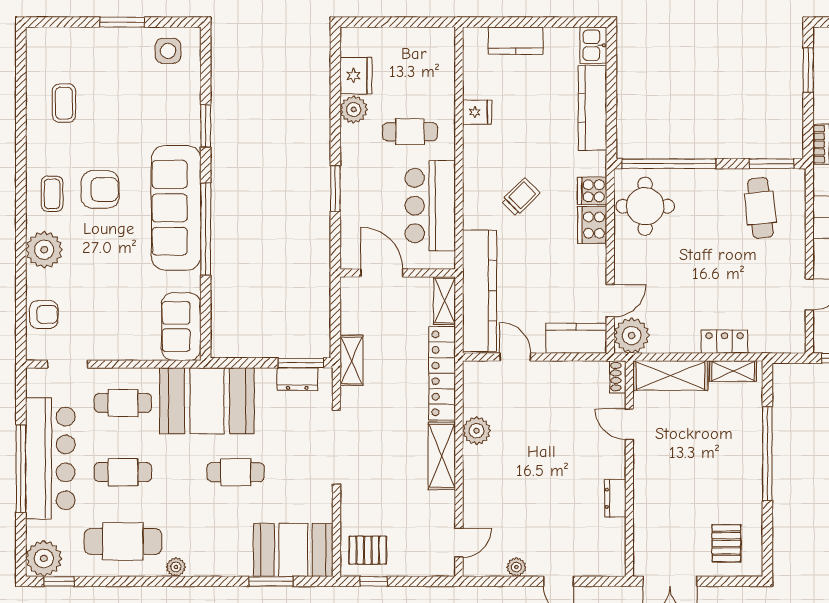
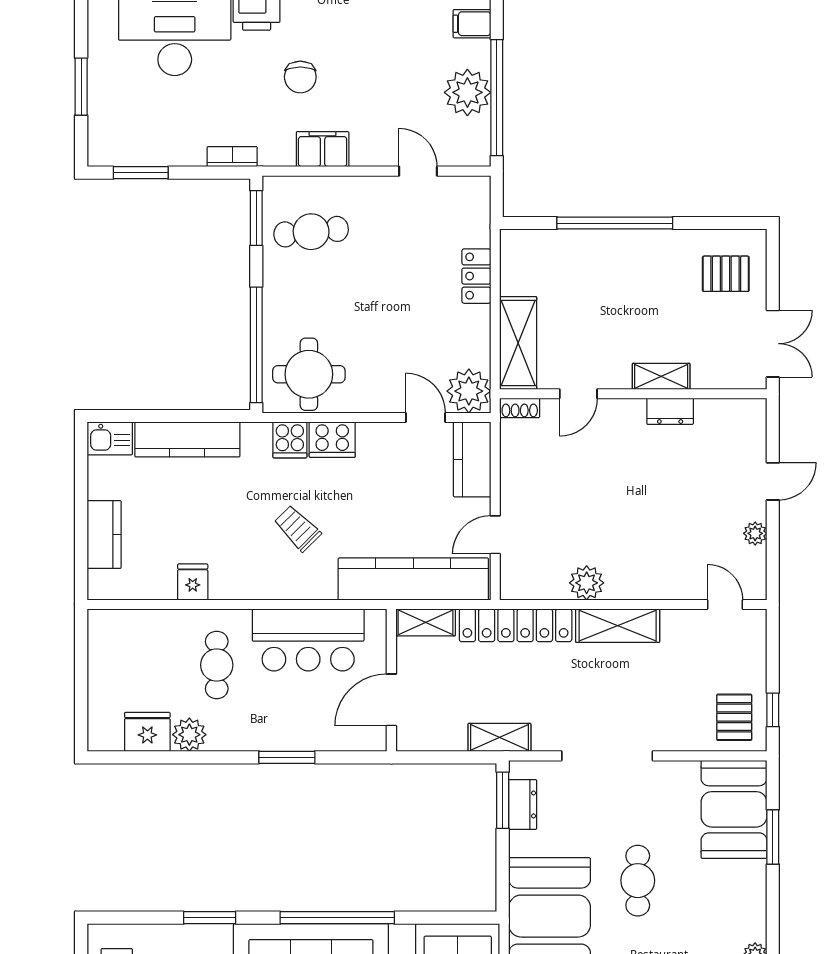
shelving: (733, 371) -> (661, 376), moved, turned 90

